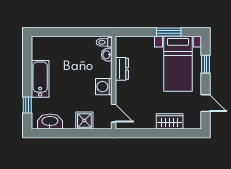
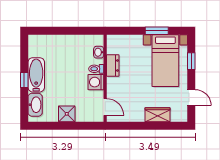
toilet: (104, 42) -> (96, 69), moved
window: (27, 105) -> (24, 80), moved
shower: (84, 120) -> (67, 114), moved
washbasin: (50, 121) -> (35, 105), moved, turned 90

